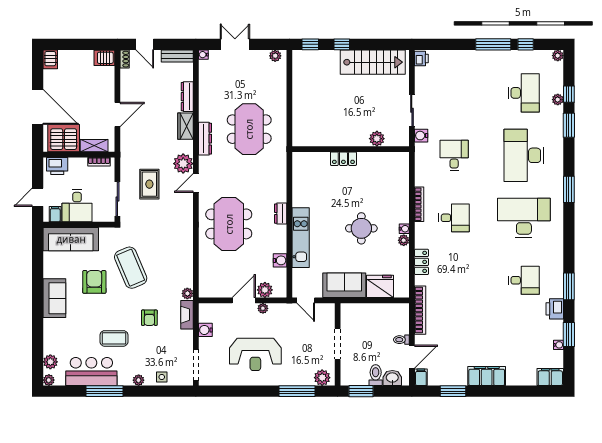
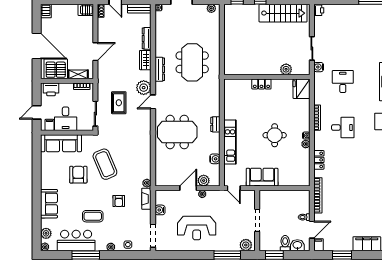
meeting table: (229, 224) -> (177, 132), turned 90
fridge: (380, 286) -> (302, 89), moved, turned -90
sofa: (54, 298) -> (49, 204), moved

